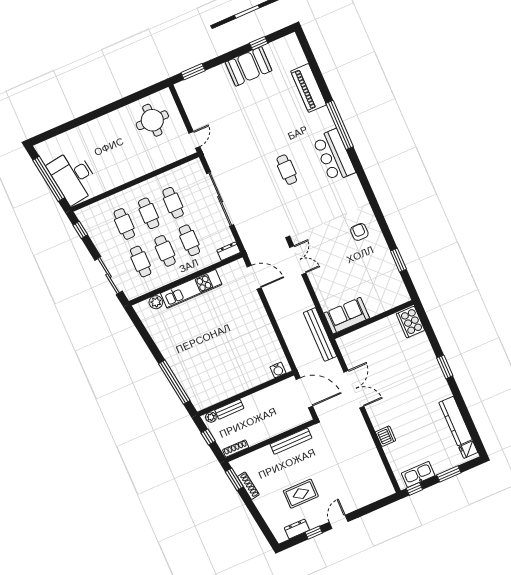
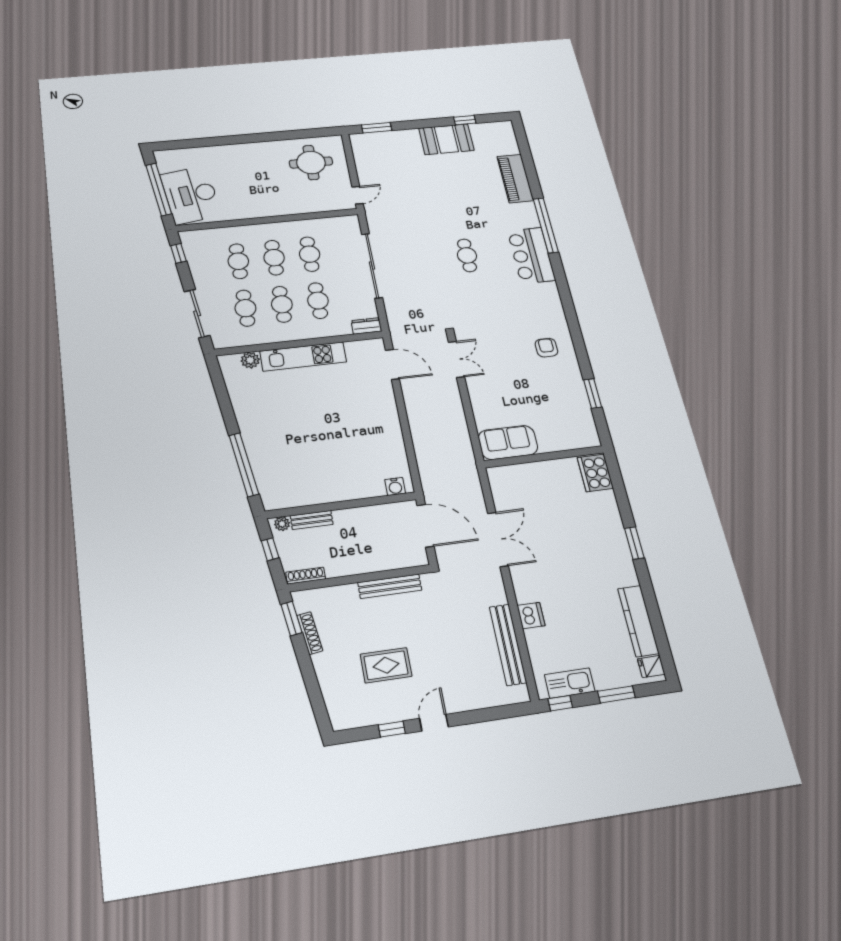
bench: (320, 334) -> (508, 645), moved
dresser: (297, 529) -> (367, 717), removed

